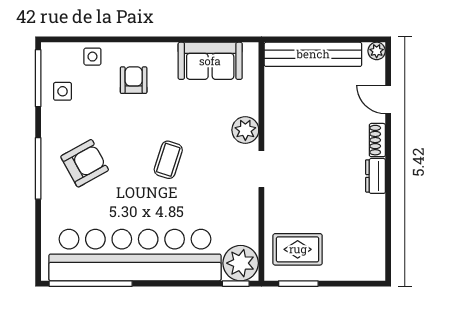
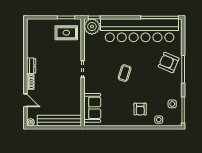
sofa: (210, 61) -> (92, 108), moved, turned 90
plant: (245, 130) -> (90, 87), removed
armchair: (85, 163) -> (169, 63), moved, turned 52

